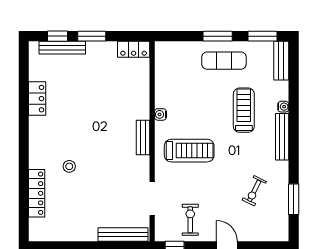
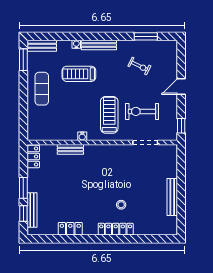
window: (218, 36) -> (23, 93), removed
bench: (143, 138) -> (70, 149), moved
locker: (37, 193) -> (116, 229), moved
exercise bike: (190, 220) -> (142, 111), moved, width x1.38, depth x1.39
bench: (123, 235) -> (172, 197), moved

